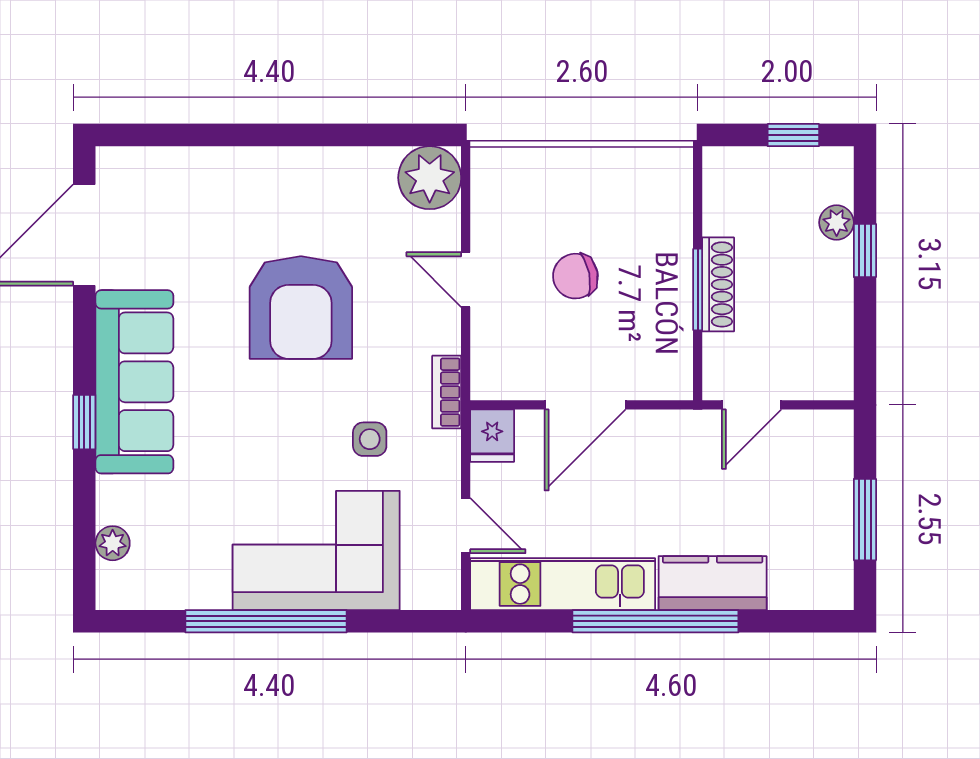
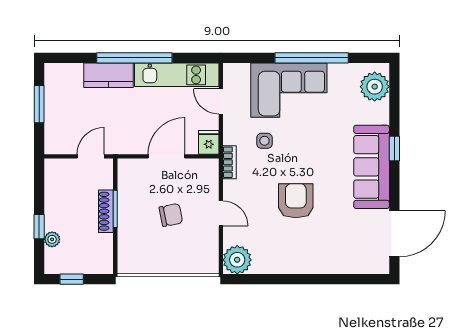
armchair: (301, 307) -> (296, 201), width x0.73, depth x0.73
plant: (113, 543) -> (375, 87), width x1.88, depth x1.88

